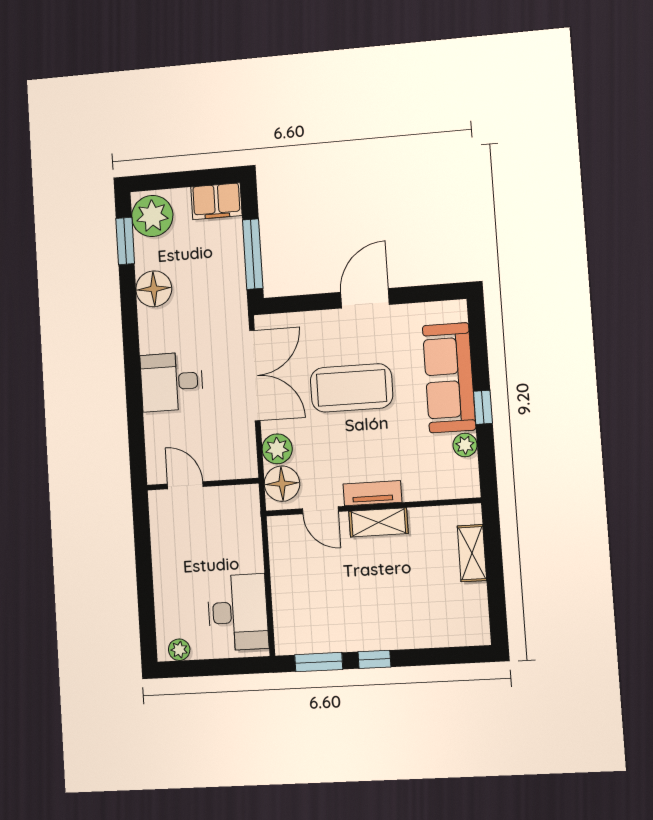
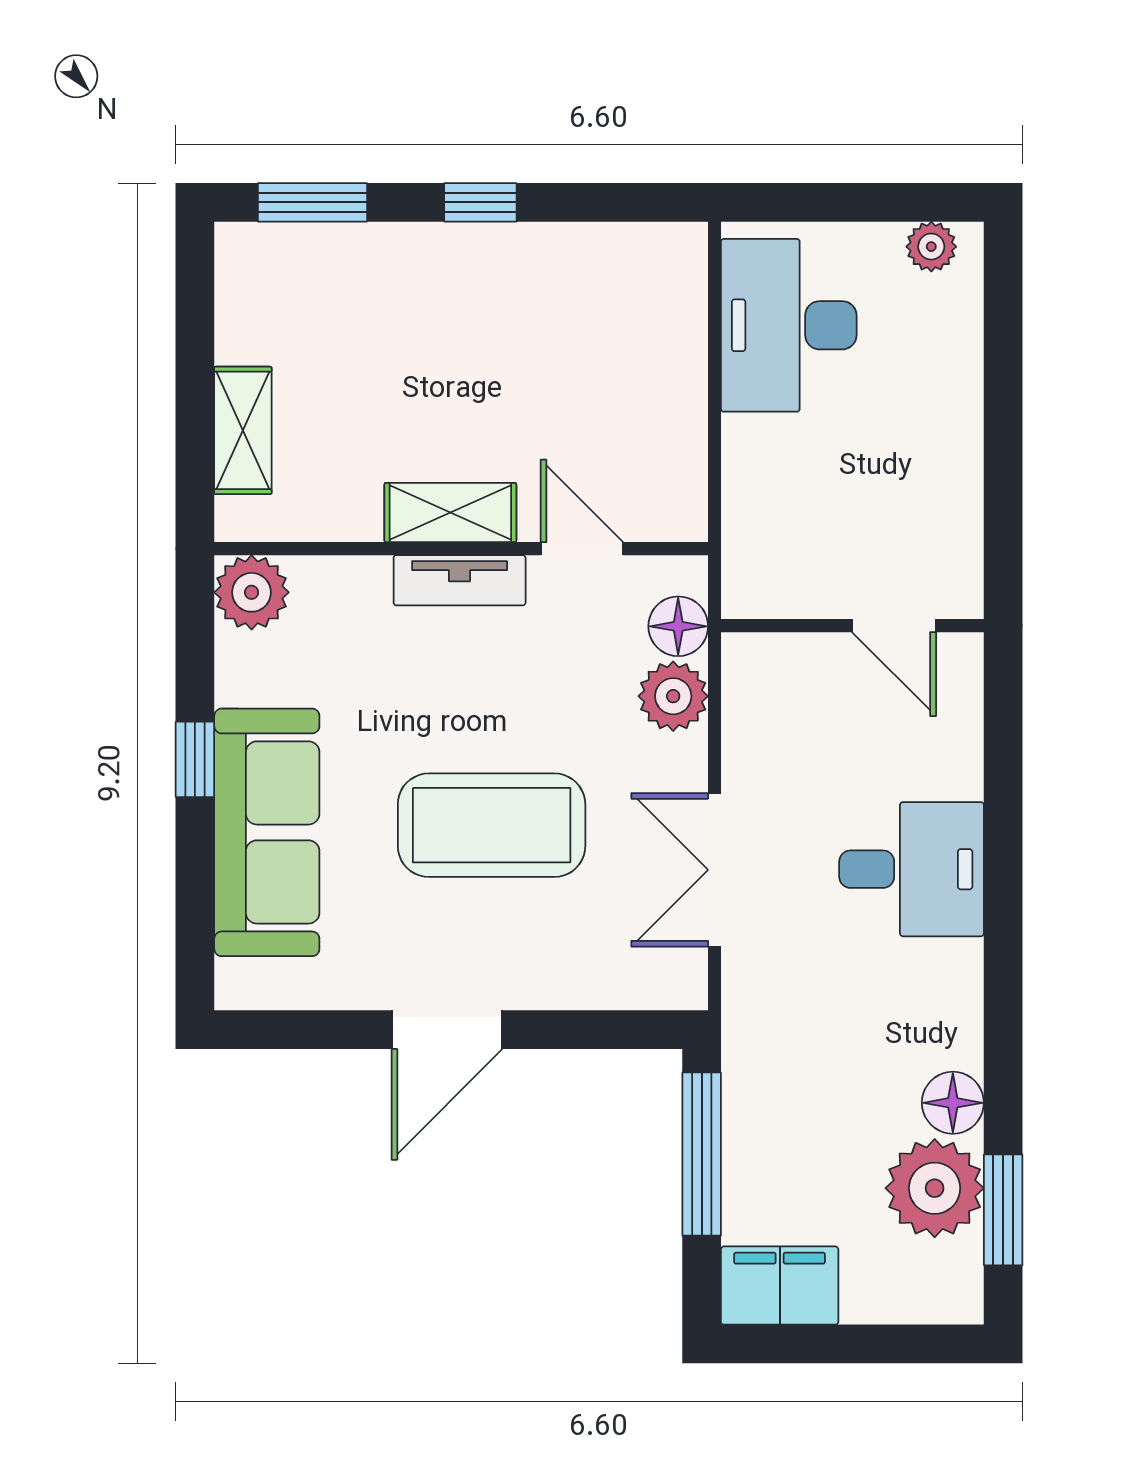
plant: (152, 216) -> (935, 1188), moved
floor lamp: (154, 289) -> (953, 1103), width x0.73, depth x0.73
double door: (255, 375) -> (714, 870), width x0.73
plant: (465, 445) -> (252, 592), moved, width x1.38, depth x1.38
floor lamp: (282, 484) -> (678, 626), width x0.73, depth x0.73
window: (319, 662) -> (312, 202), moved

